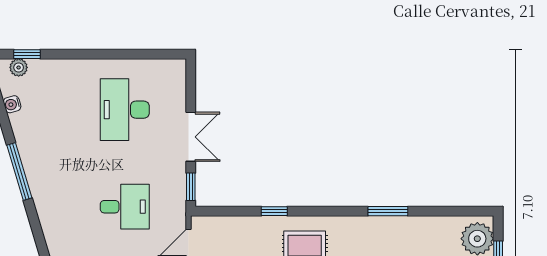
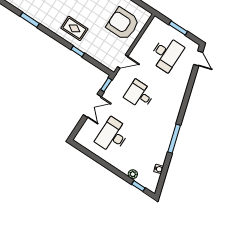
plant: (19, 67) -> (133, 174), moved
desk: (125, 110) -> (113, 136), turned 180
double door: (191, 137) -> (92, 106), swing flipped

